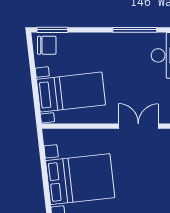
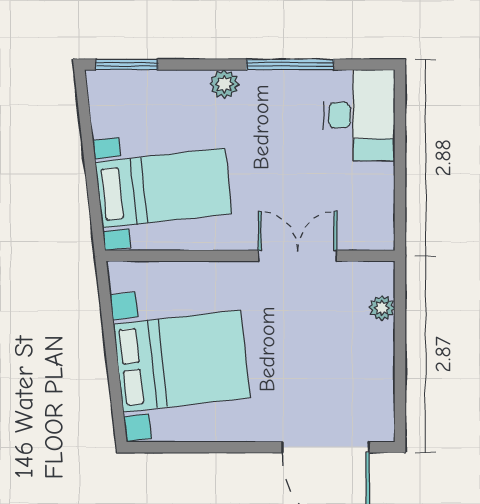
plant: (102, 40) -> (224, 84), added
chair: (47, 45) -> (115, 95), removed

